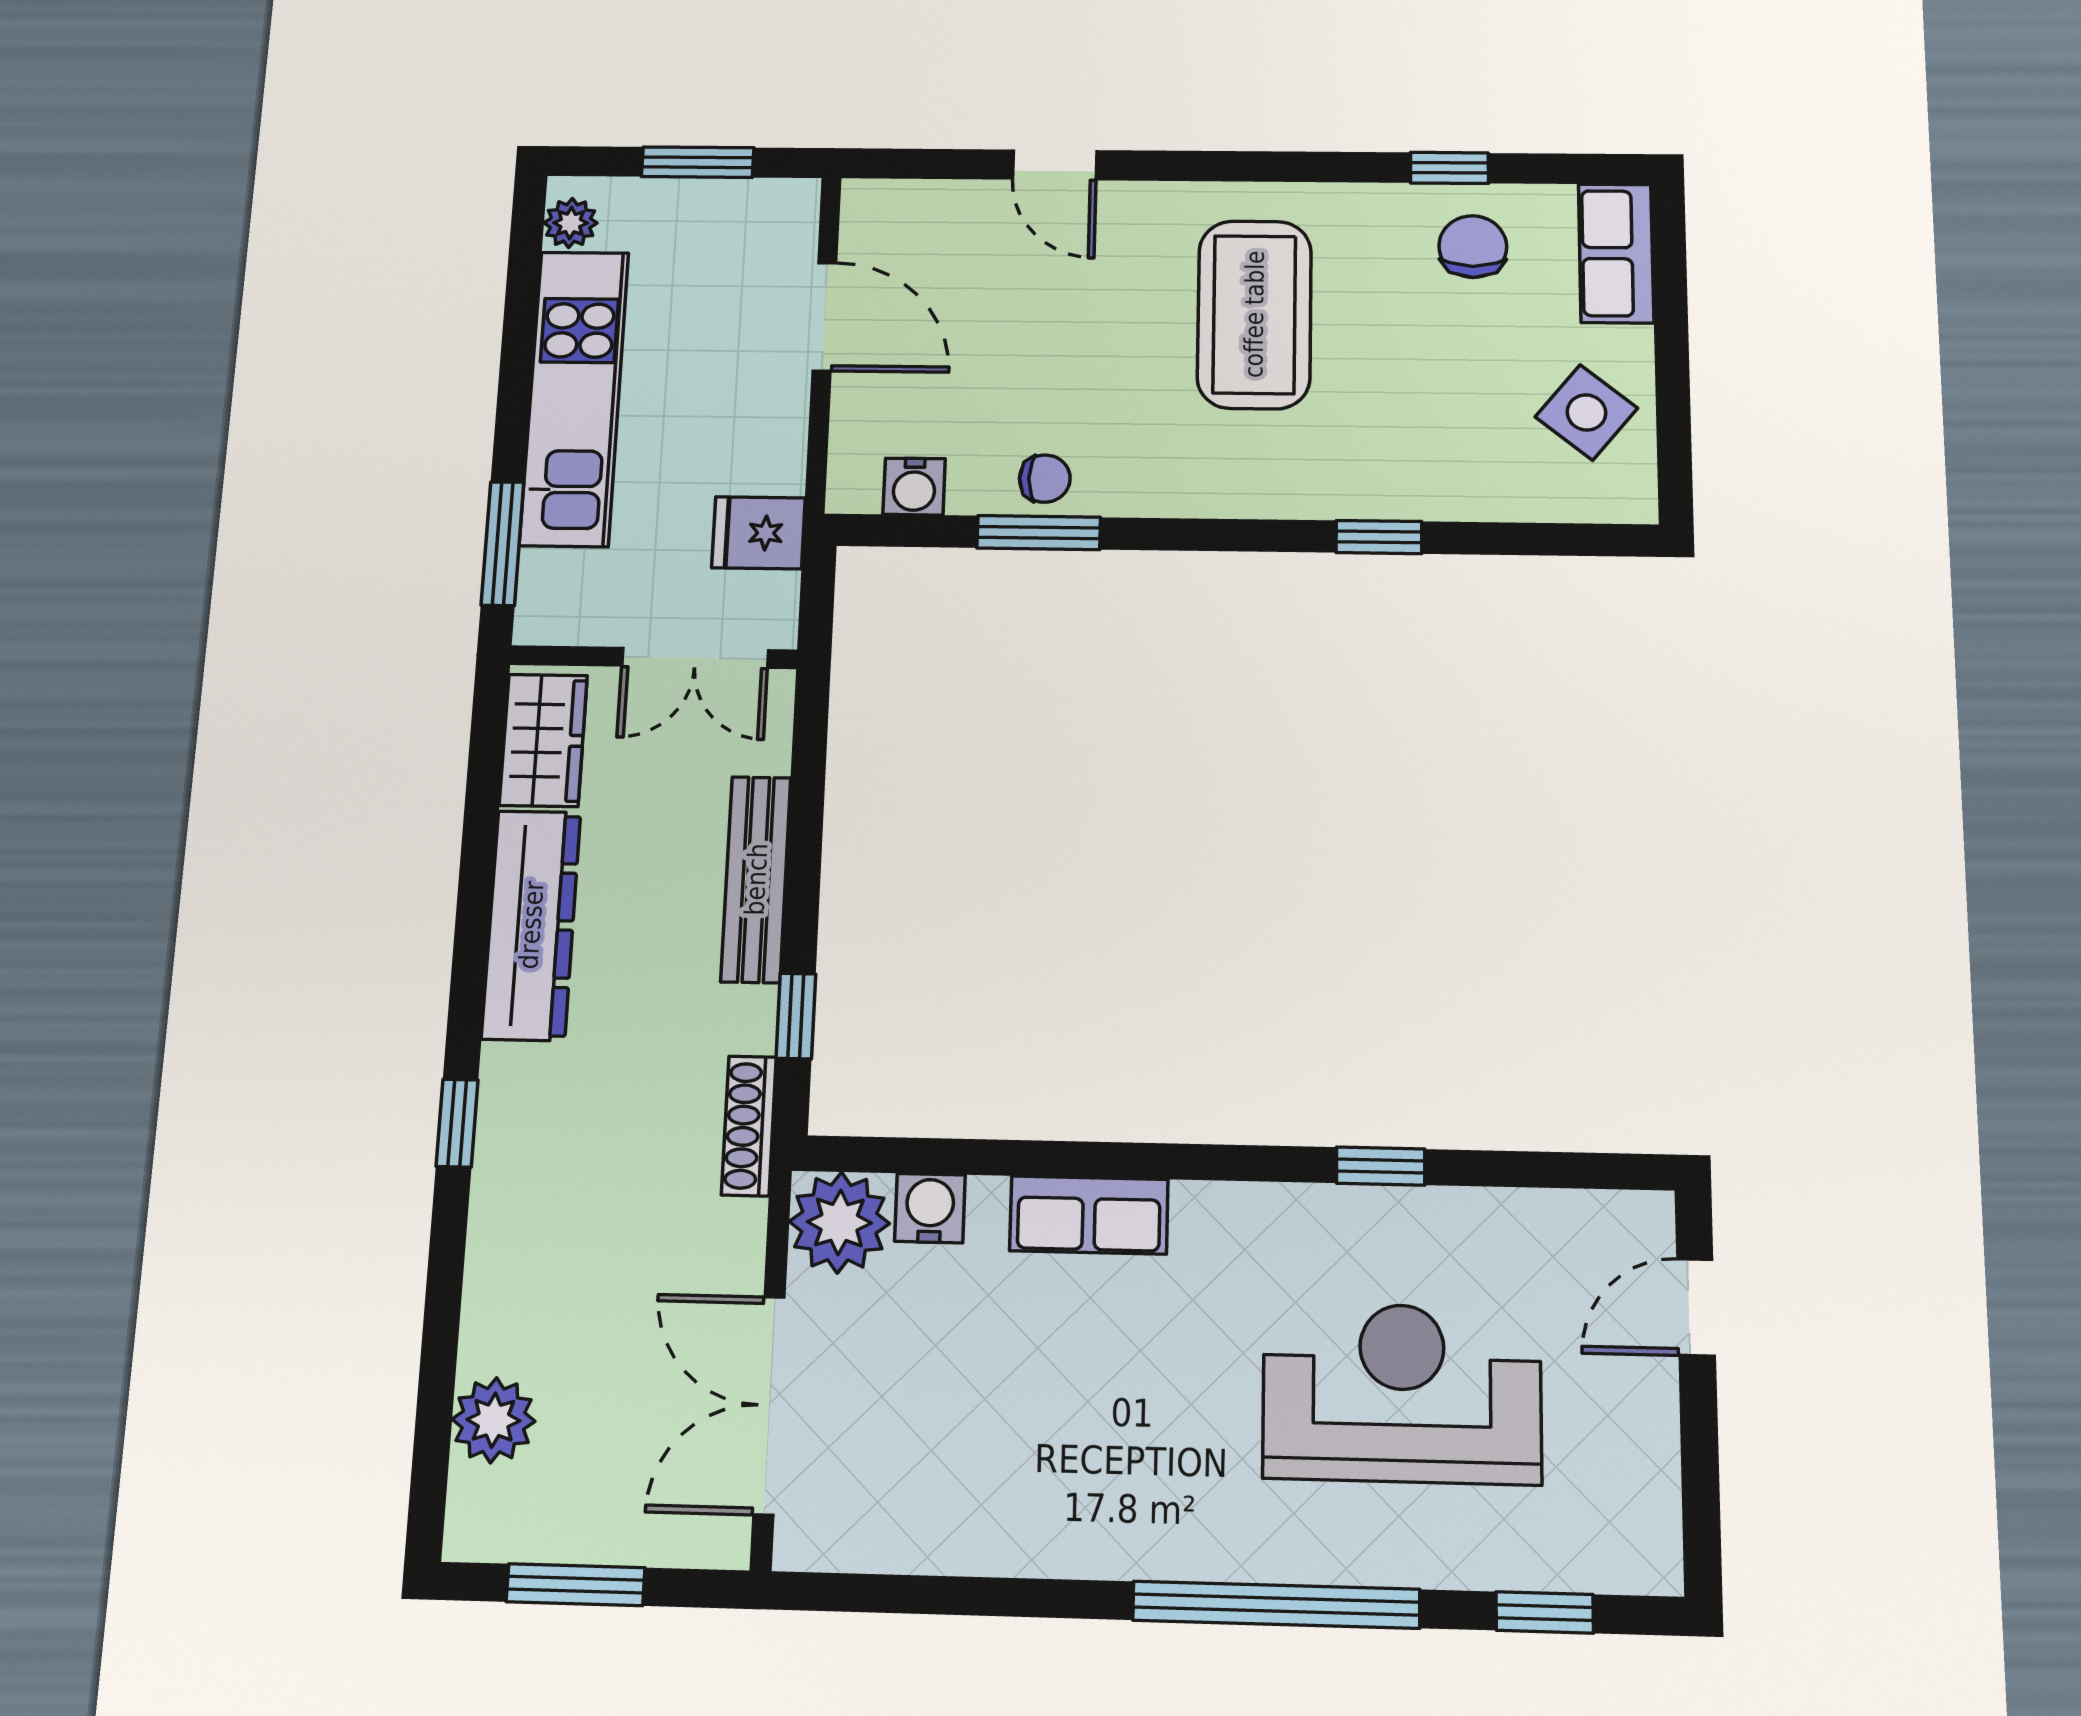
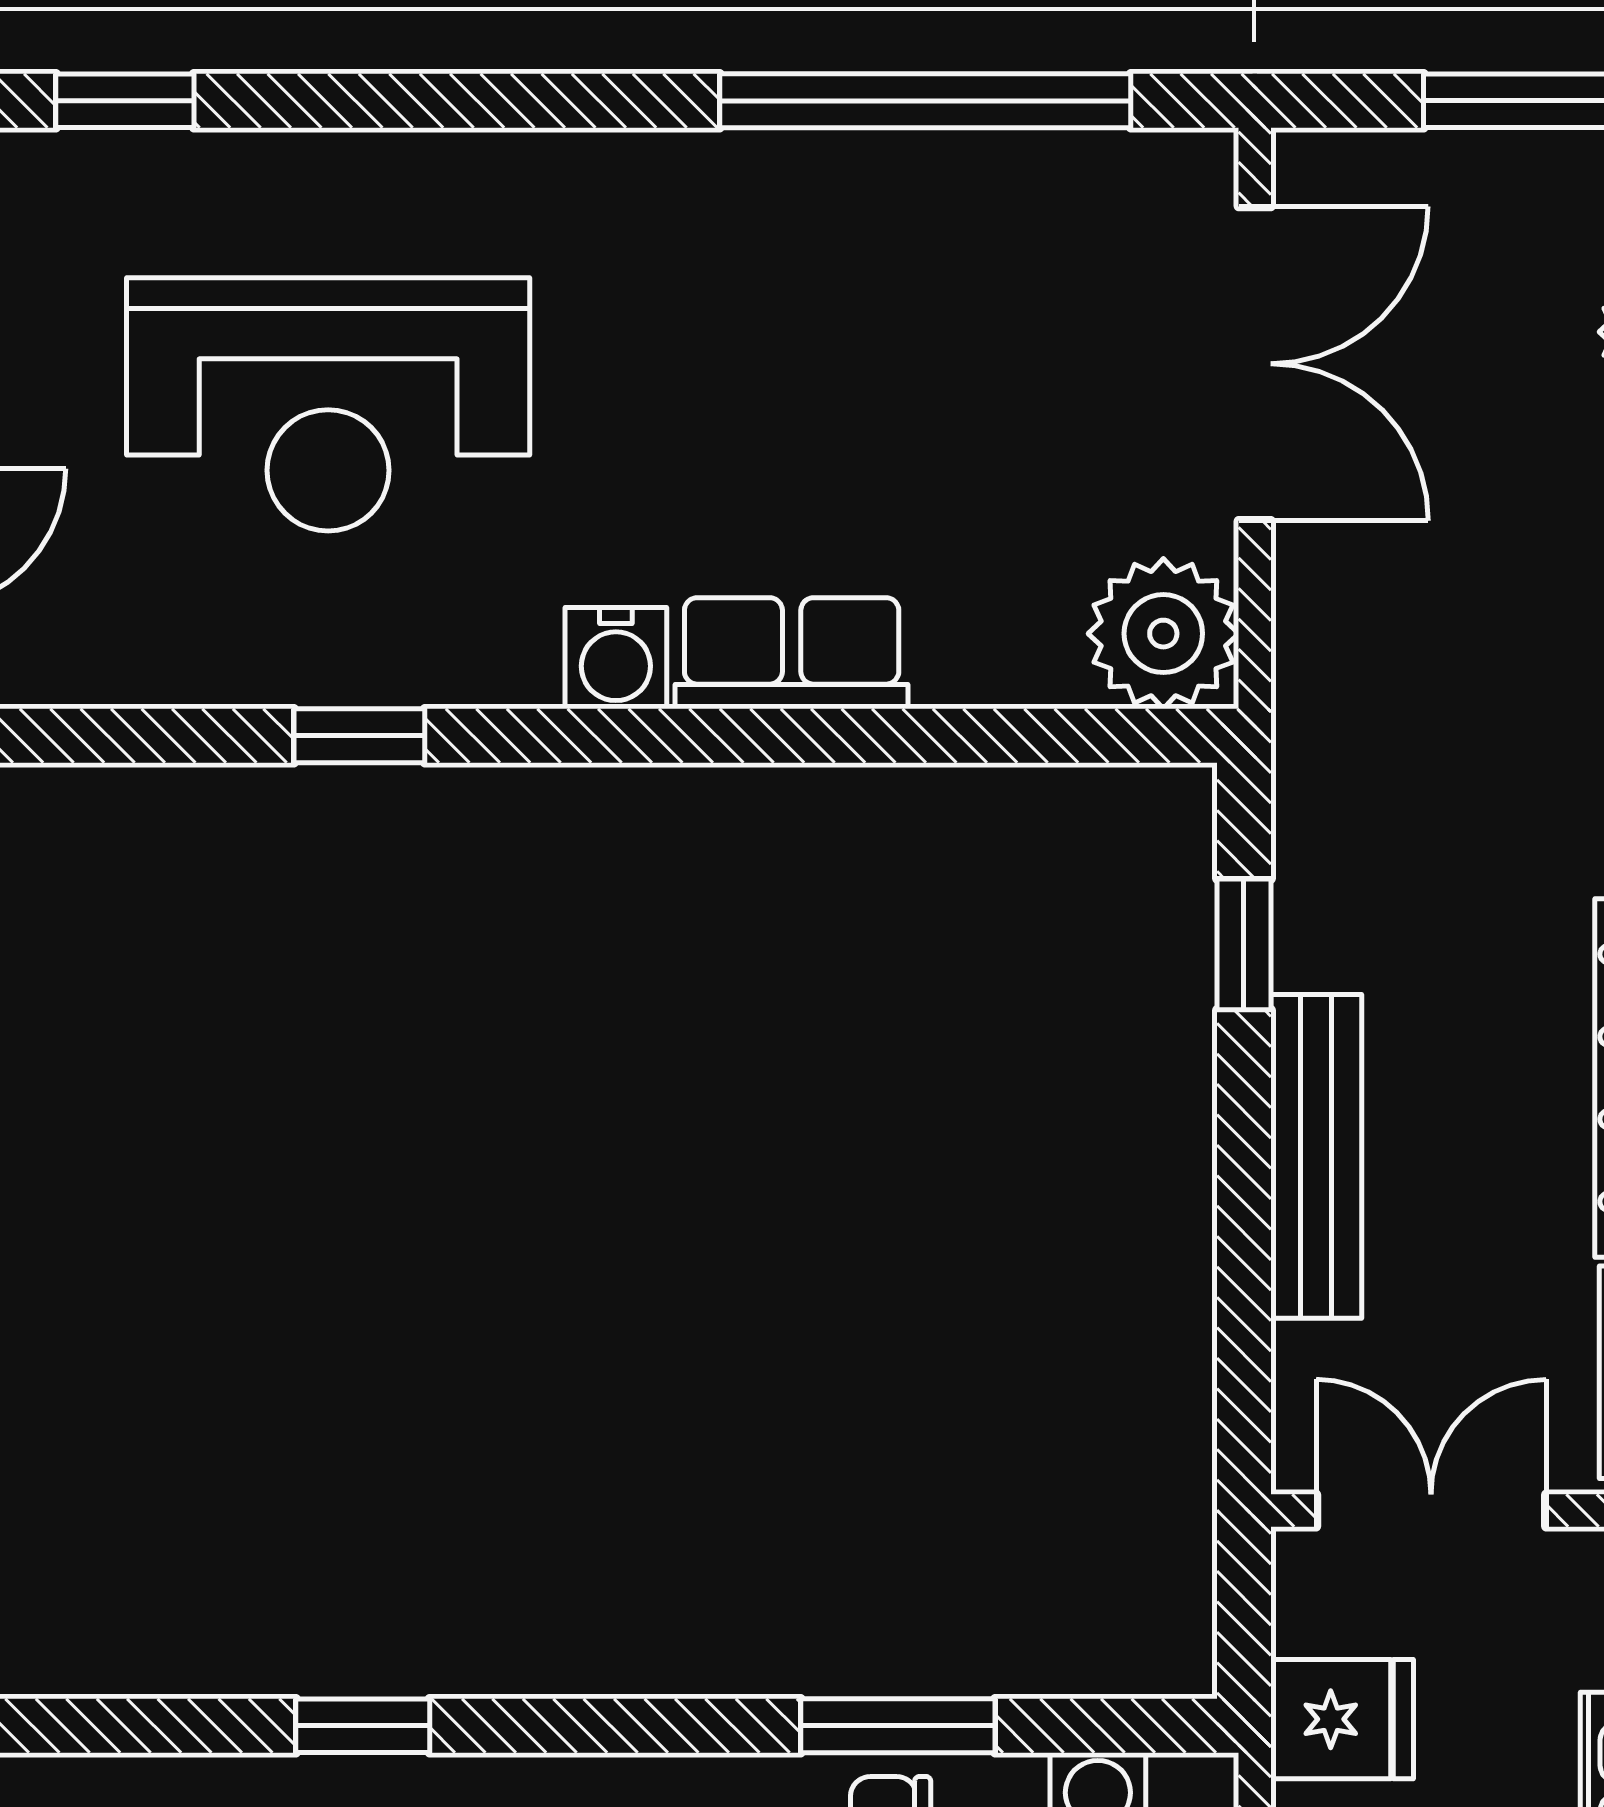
shoe rack: (749, 1126) -> (1307, 775), removed
water cooler: (930, 1208) -> (616, 658), moved
window: (1276, 1605) -> (925, 101), moved

